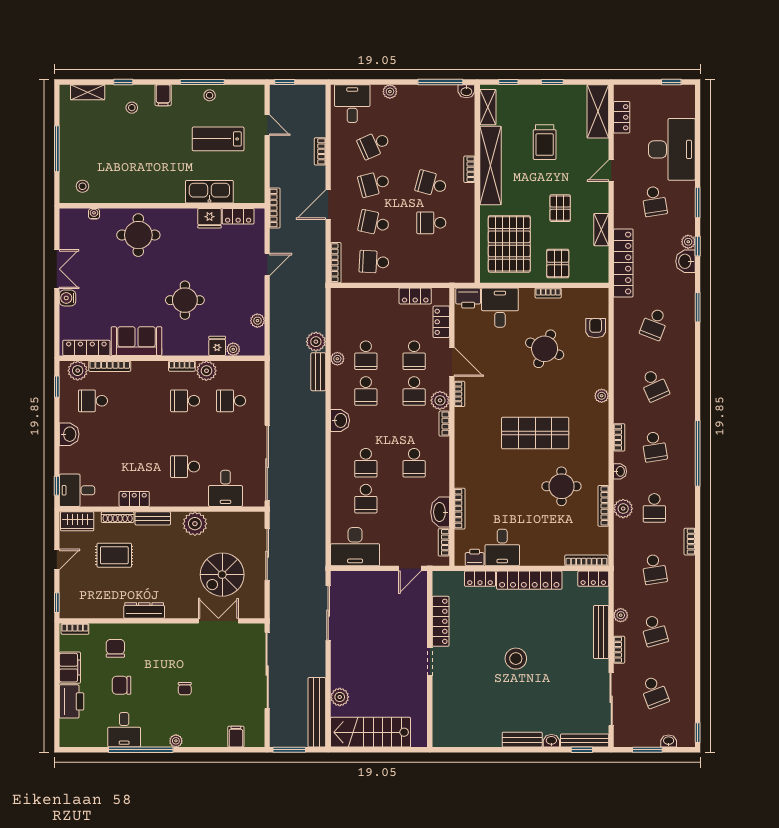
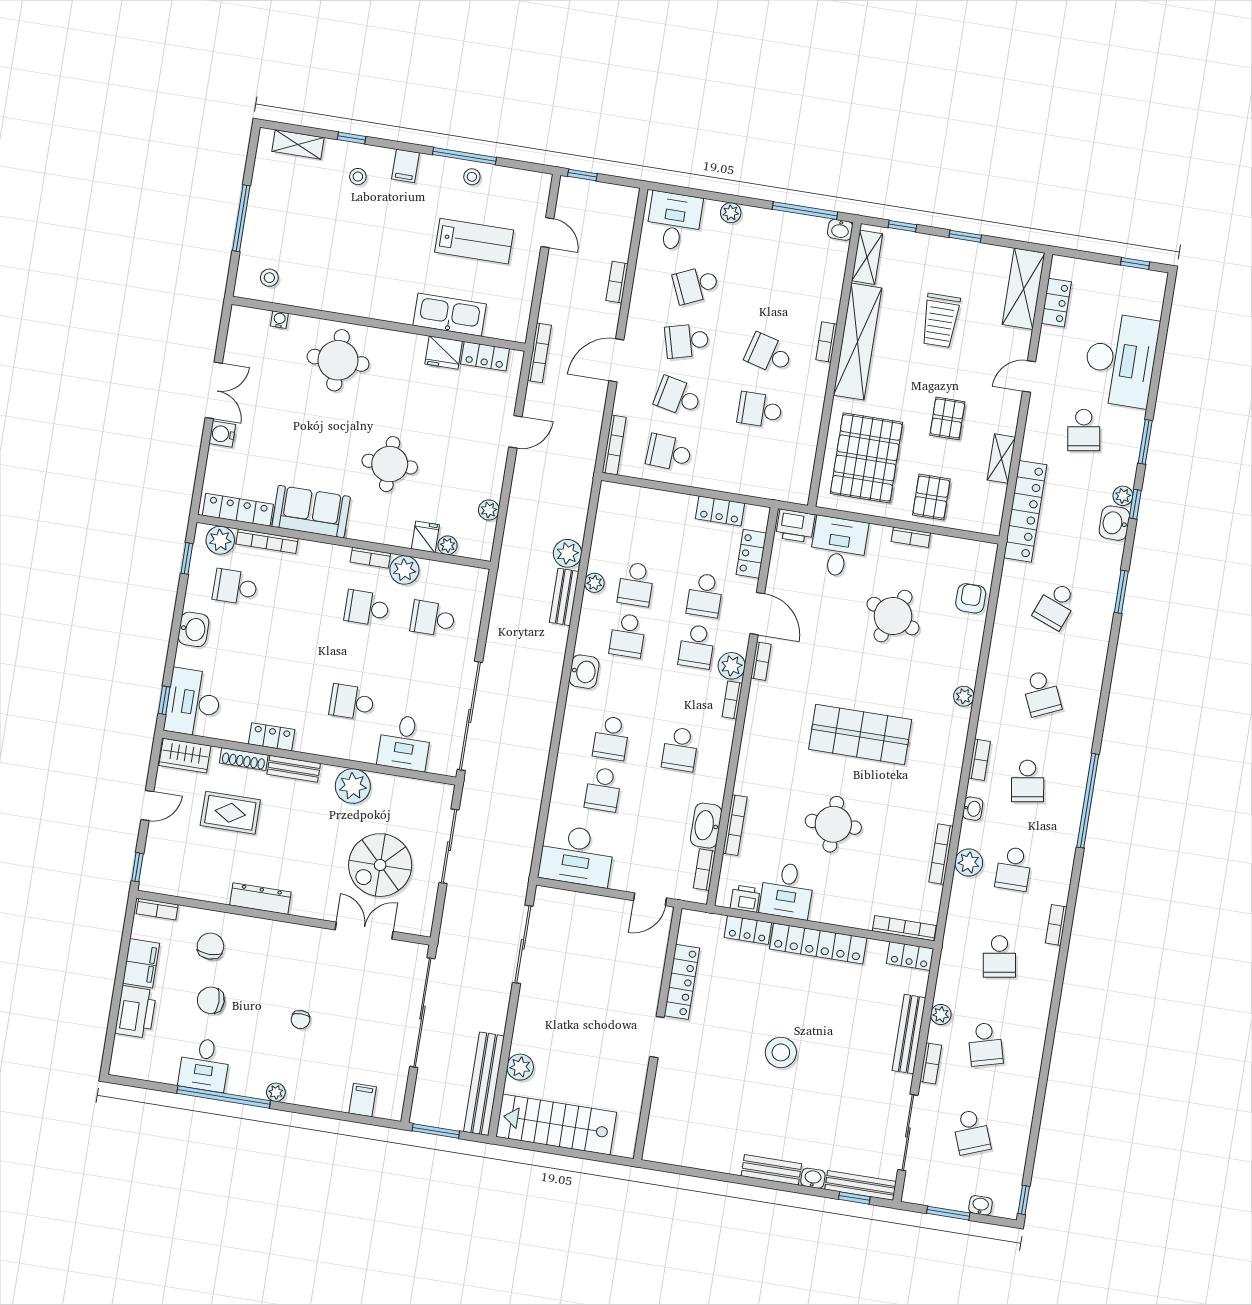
lab bench: (218, 139) -> (474, 241), turned 180
round table: (561, 486) -> (833, 824), moved
desk: (77, 490) -> (193, 703), width x1.37

